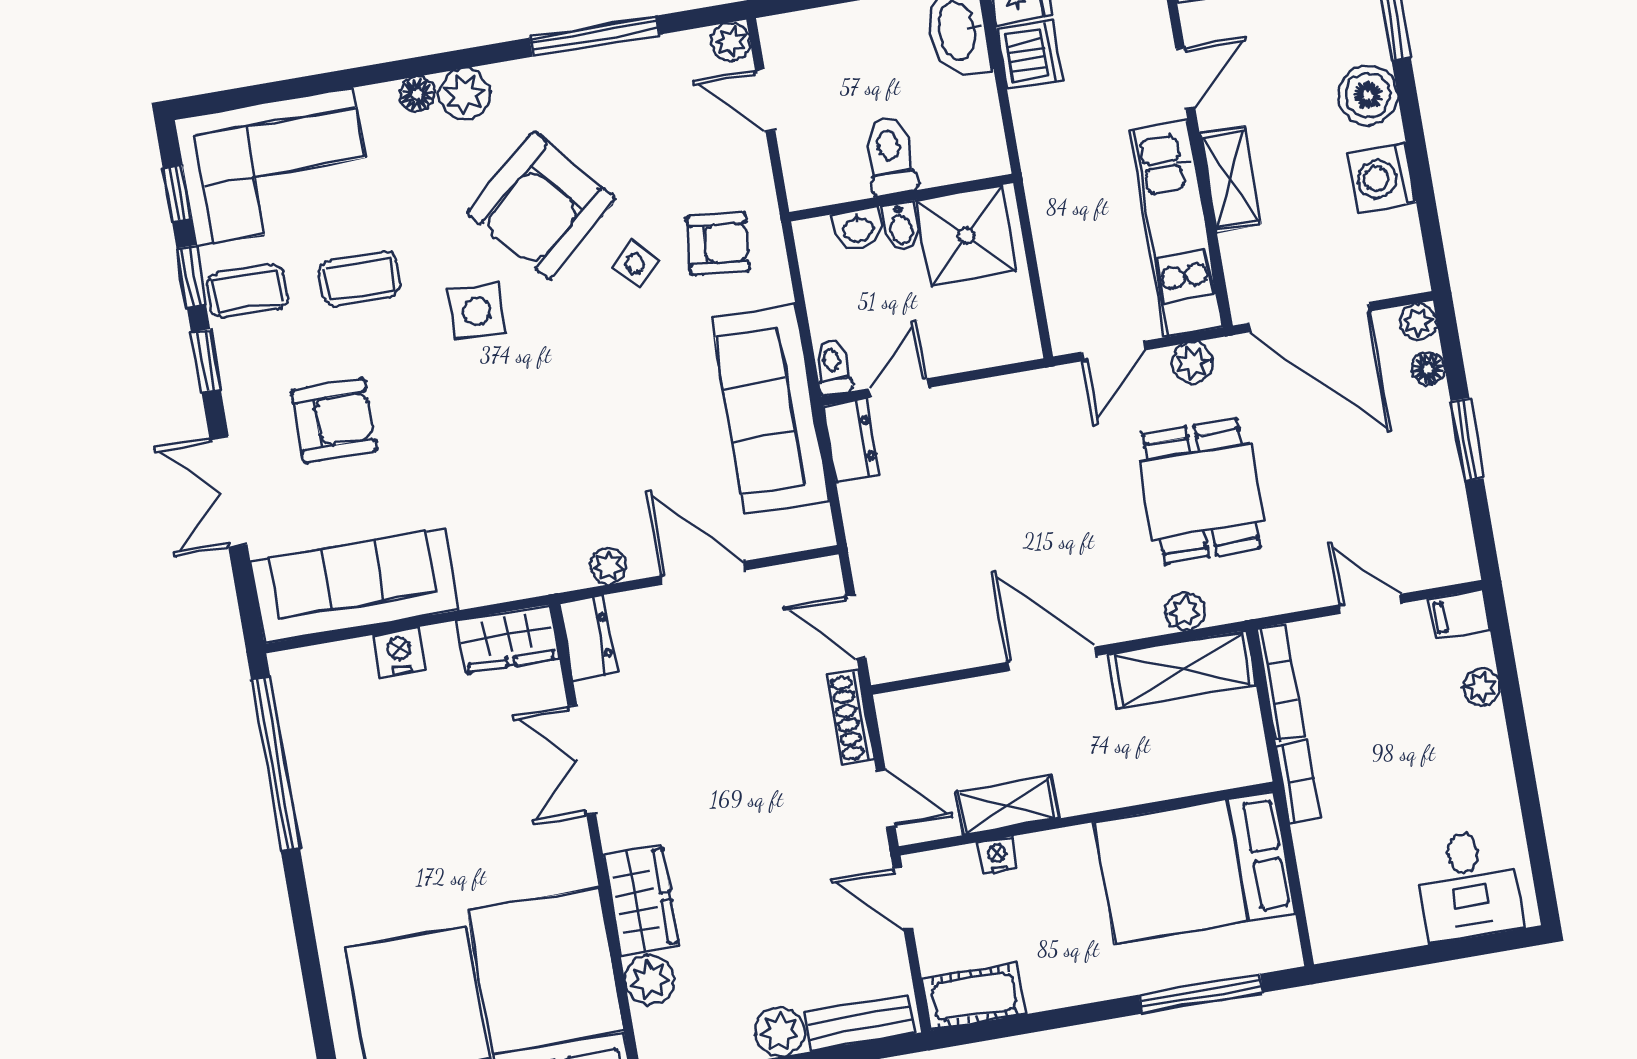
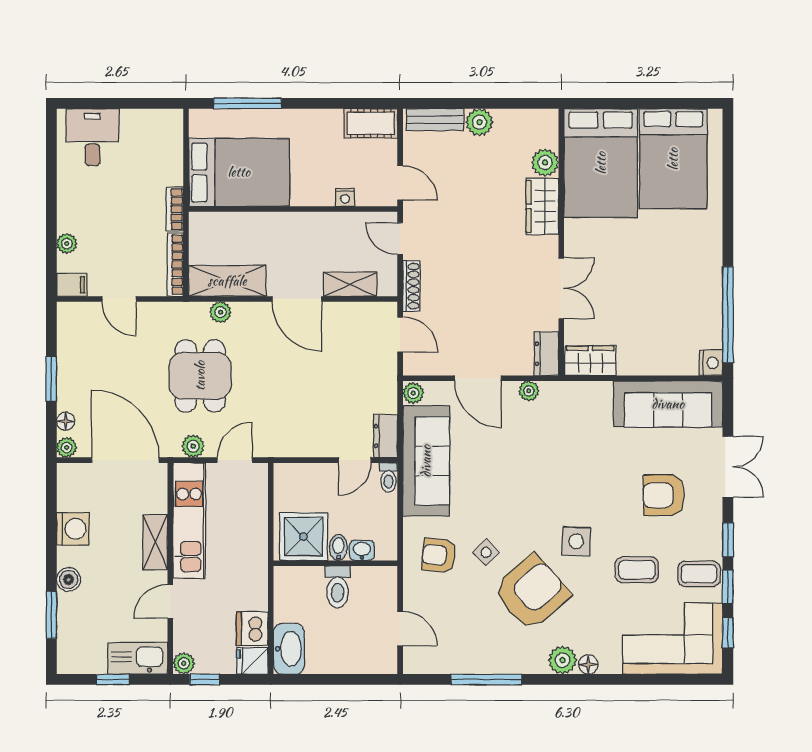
plant: (731, 42) -> (413, 393), moved
boiler: (1368, 95) -> (69, 579), width x0.73, depth x0.73
nightstand: (399, 652) -> (711, 363), moved, turned -90
shelving: (1007, 805) -> (350, 284), moved

